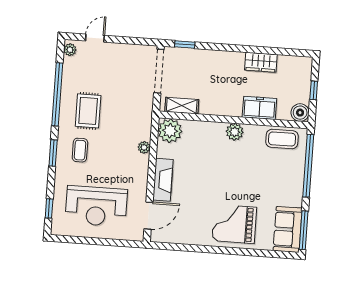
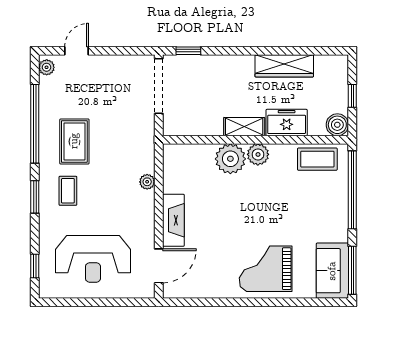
wardrobe: (261, 62) -> (284, 66), width x1.50
shelving: (182, 106) -> (244, 127), moved
plant: (170, 131) -> (230, 159), moved

